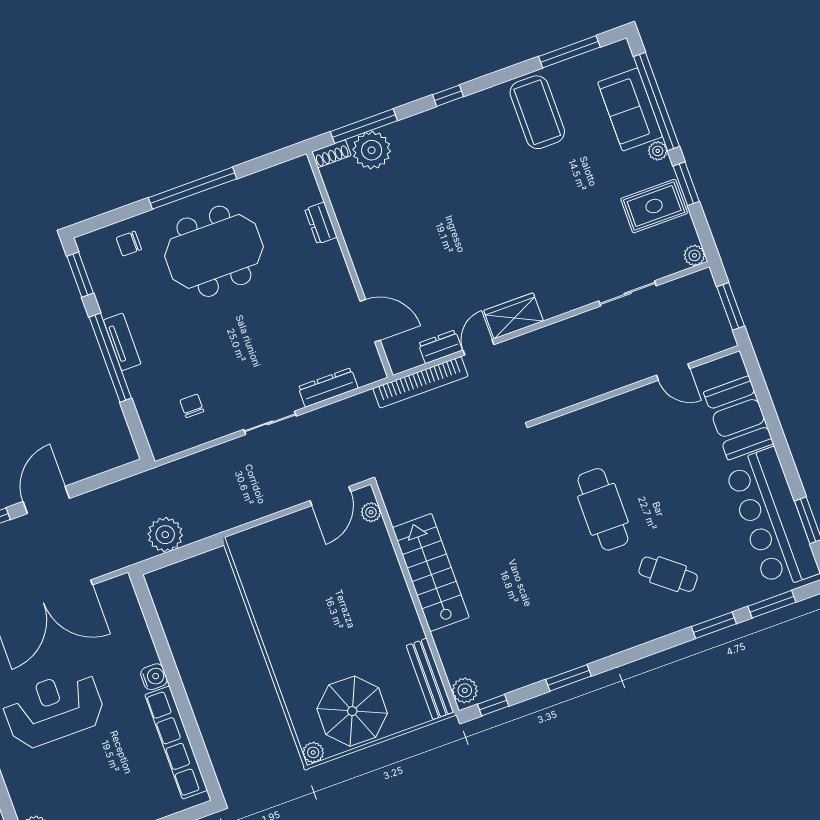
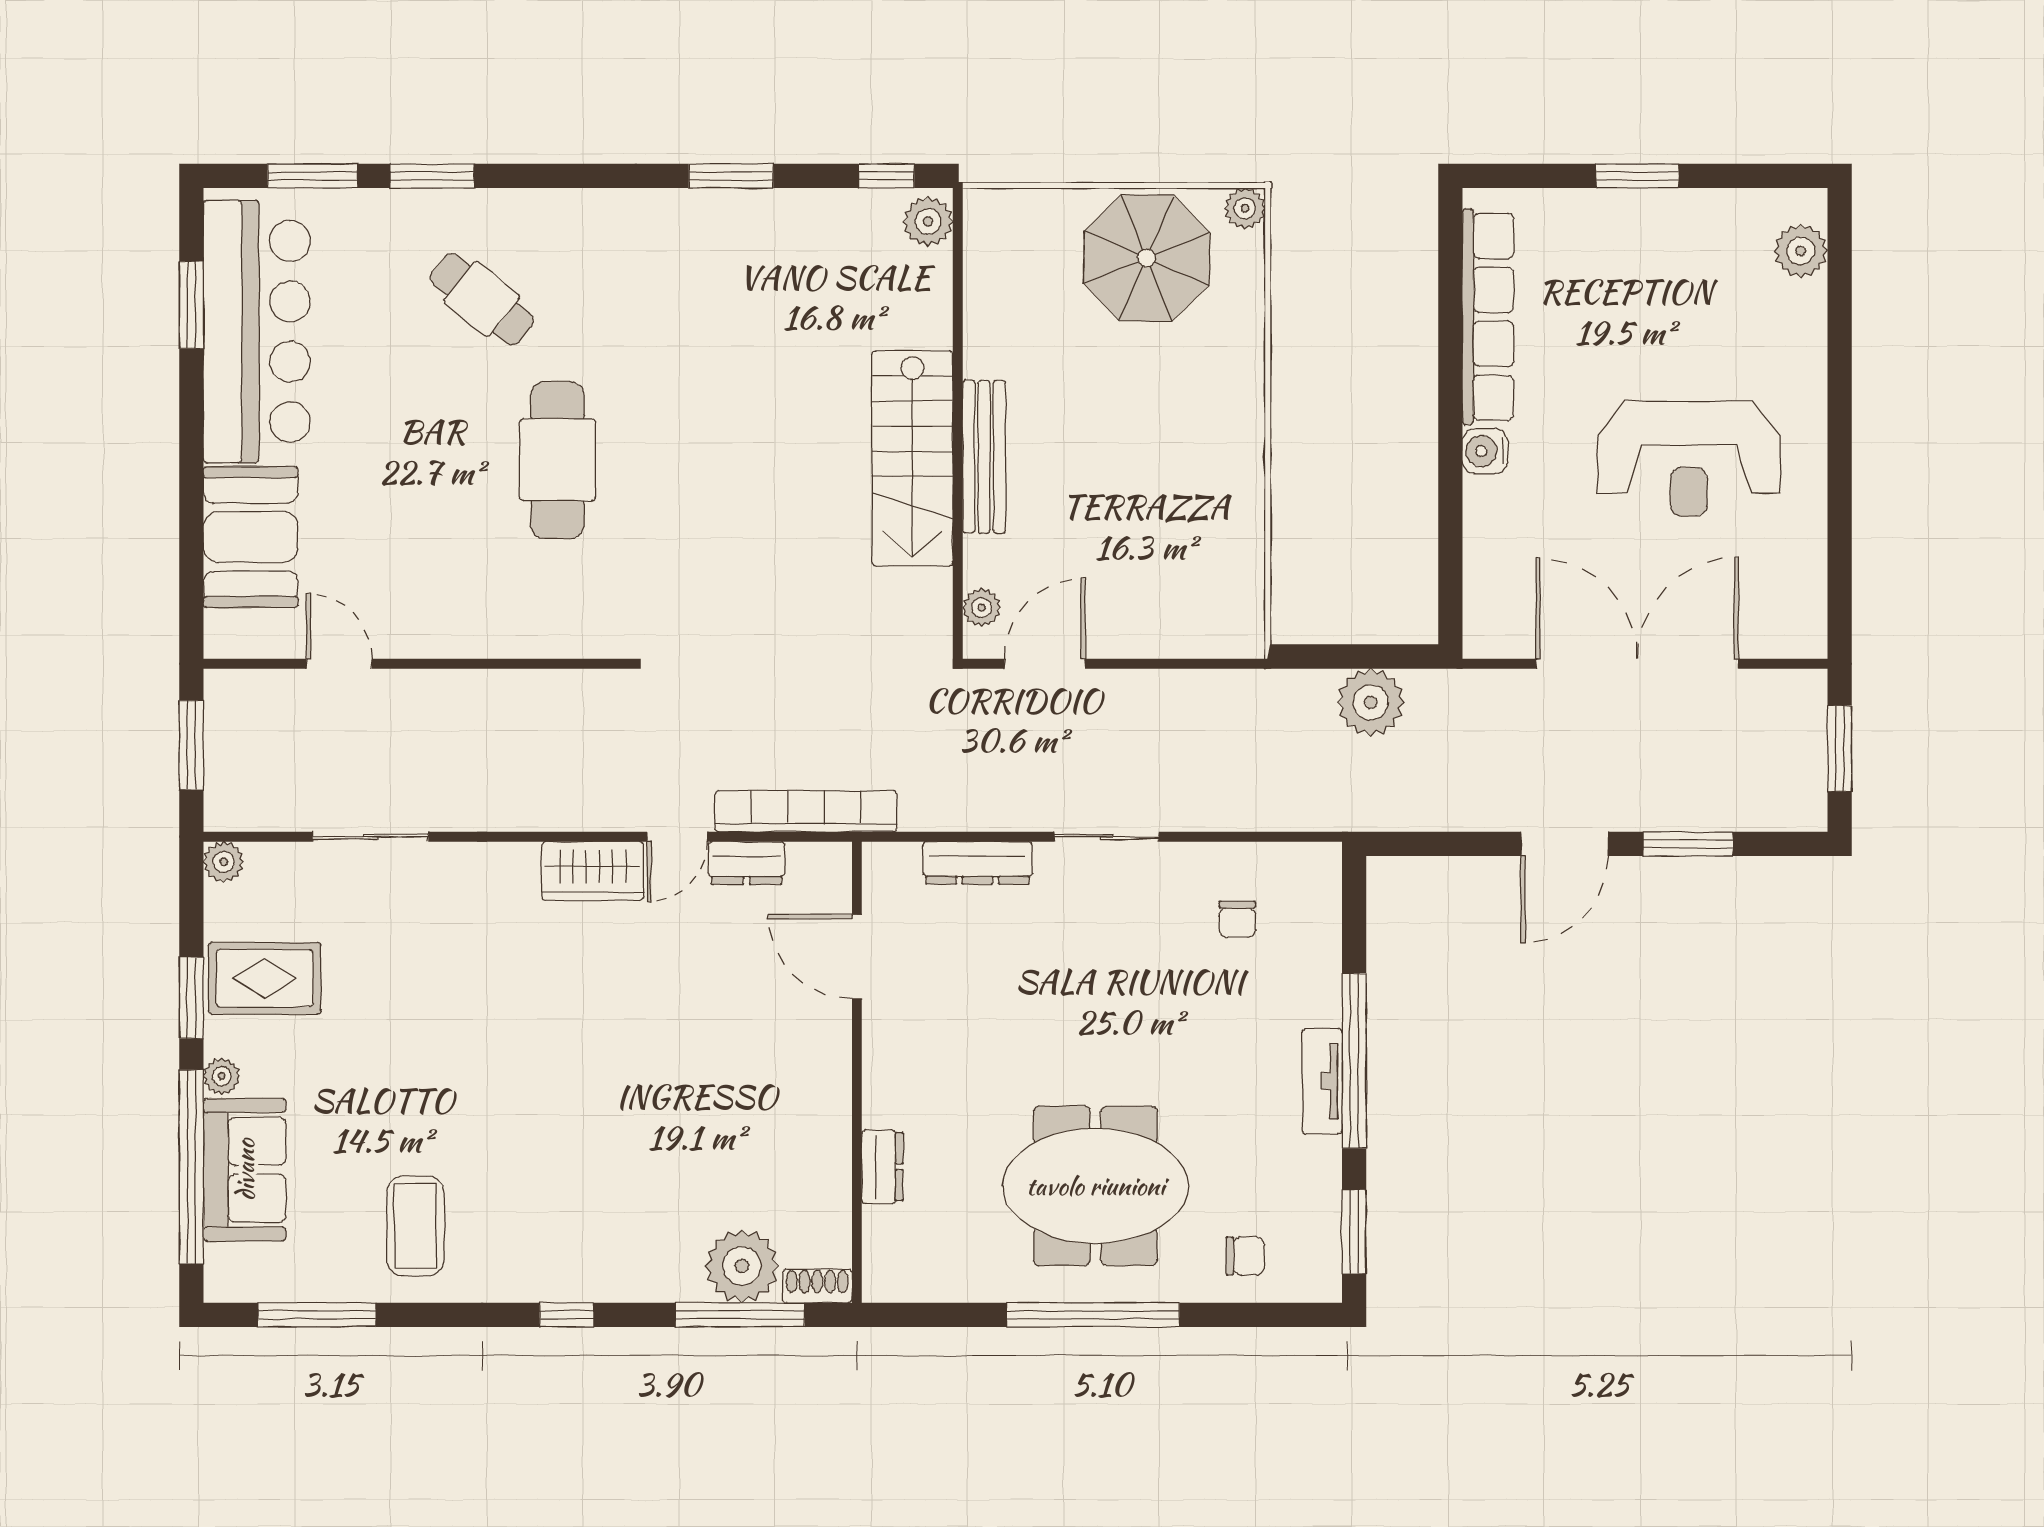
coffee table: (537, 112) -> (415, 1226), width x0.73, depth x0.76
bench: (430, 679) -> (984, 457), moved

